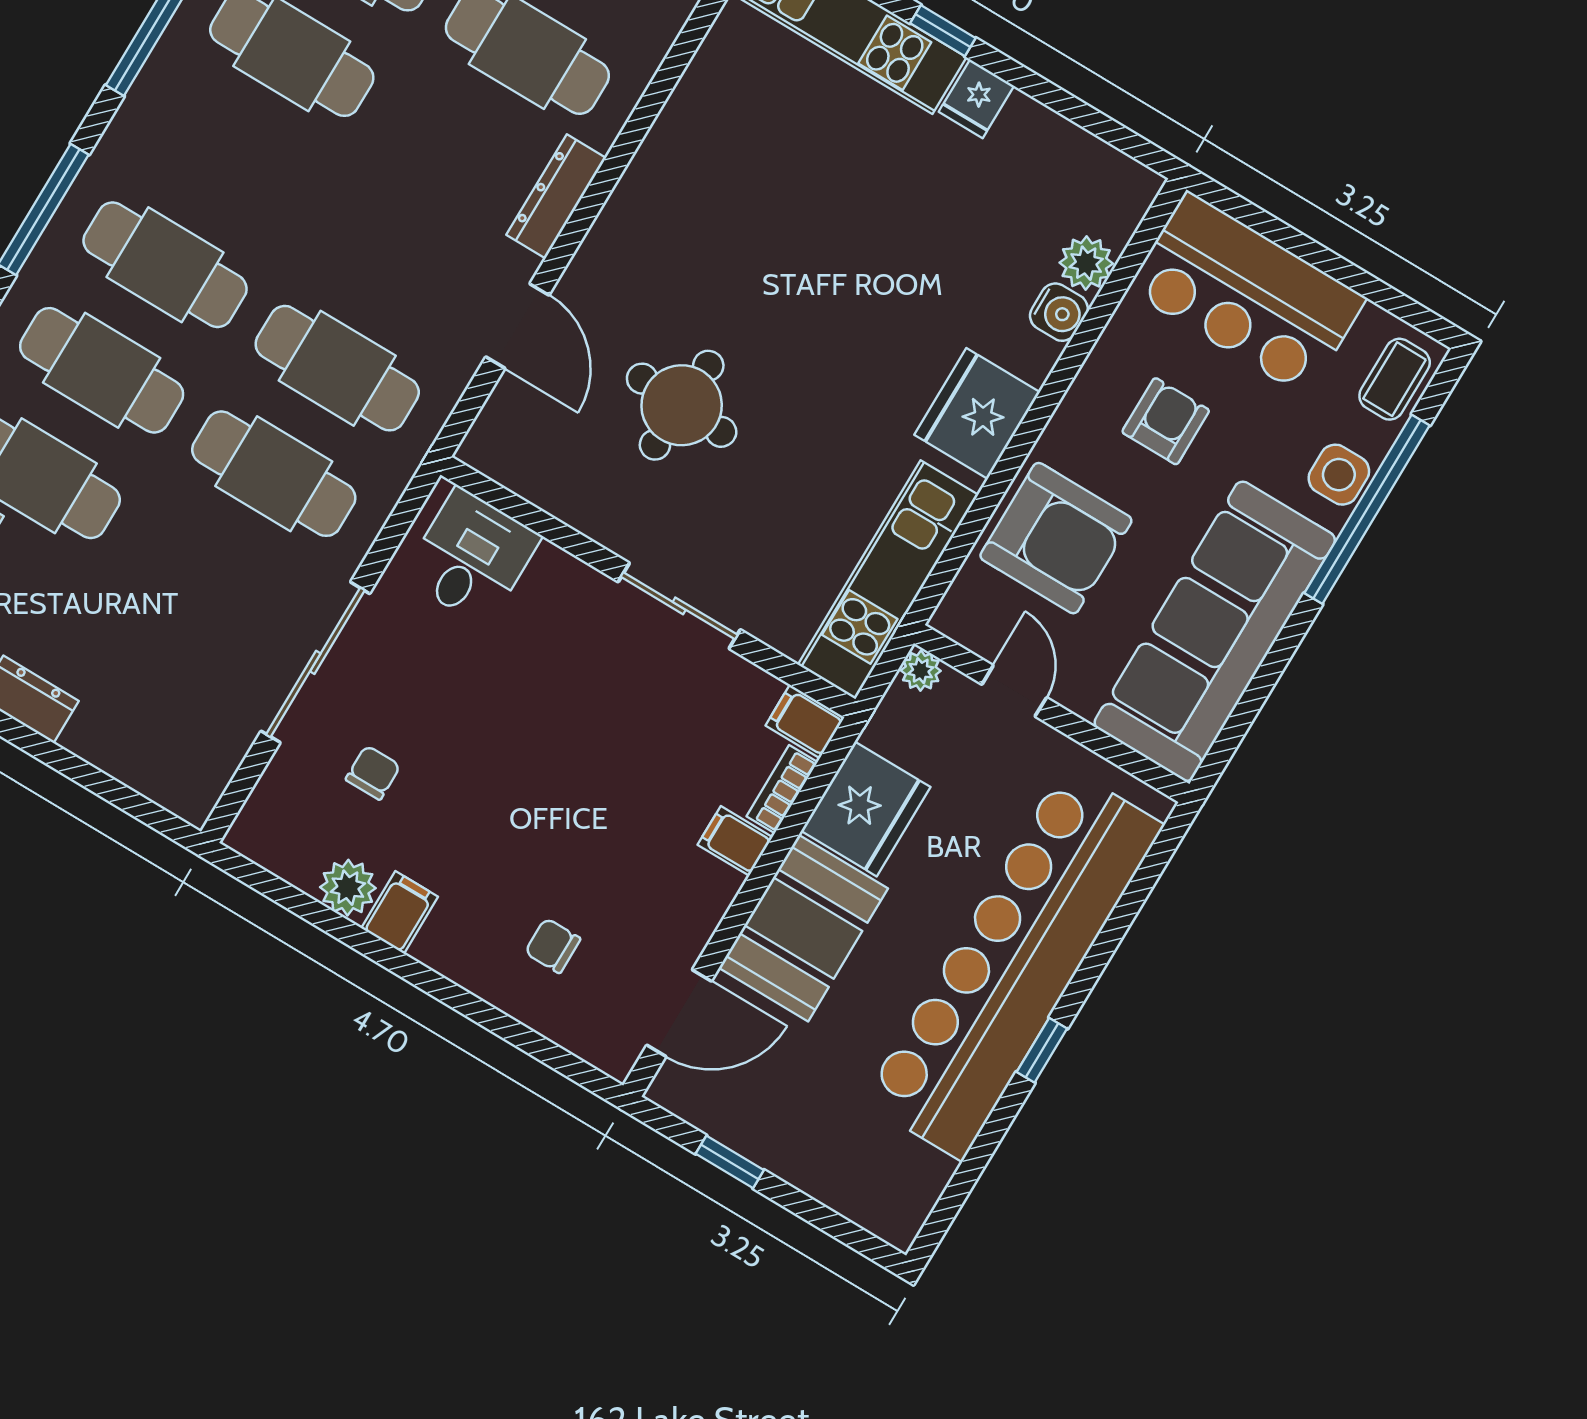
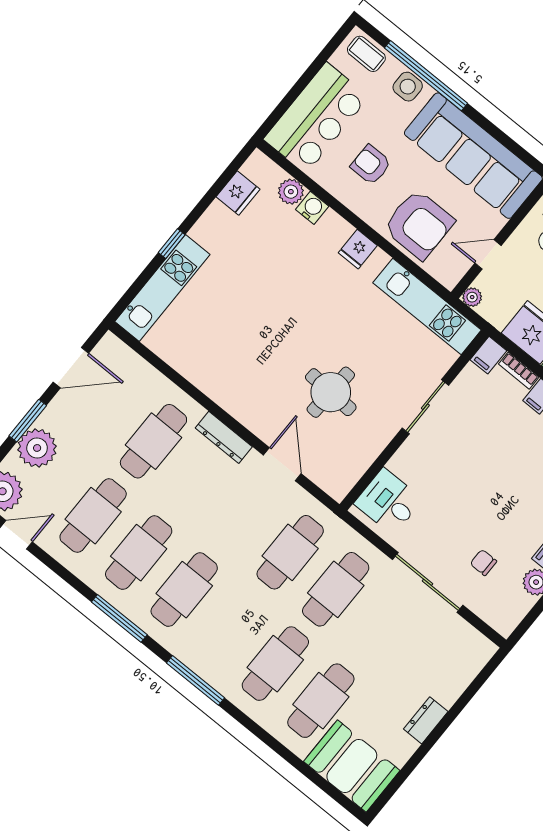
fridge: (976, 99) -> (238, 193), moved, width x1.38
cafe table: (165, 265) -> (184, 590), moved
door: (517, 326) -> (282, 464), hinge flipped
fridge: (977, 413) -> (358, 249), width x0.53, depth x0.75
armchair: (1056, 538) -> (419, 224), turned 90

